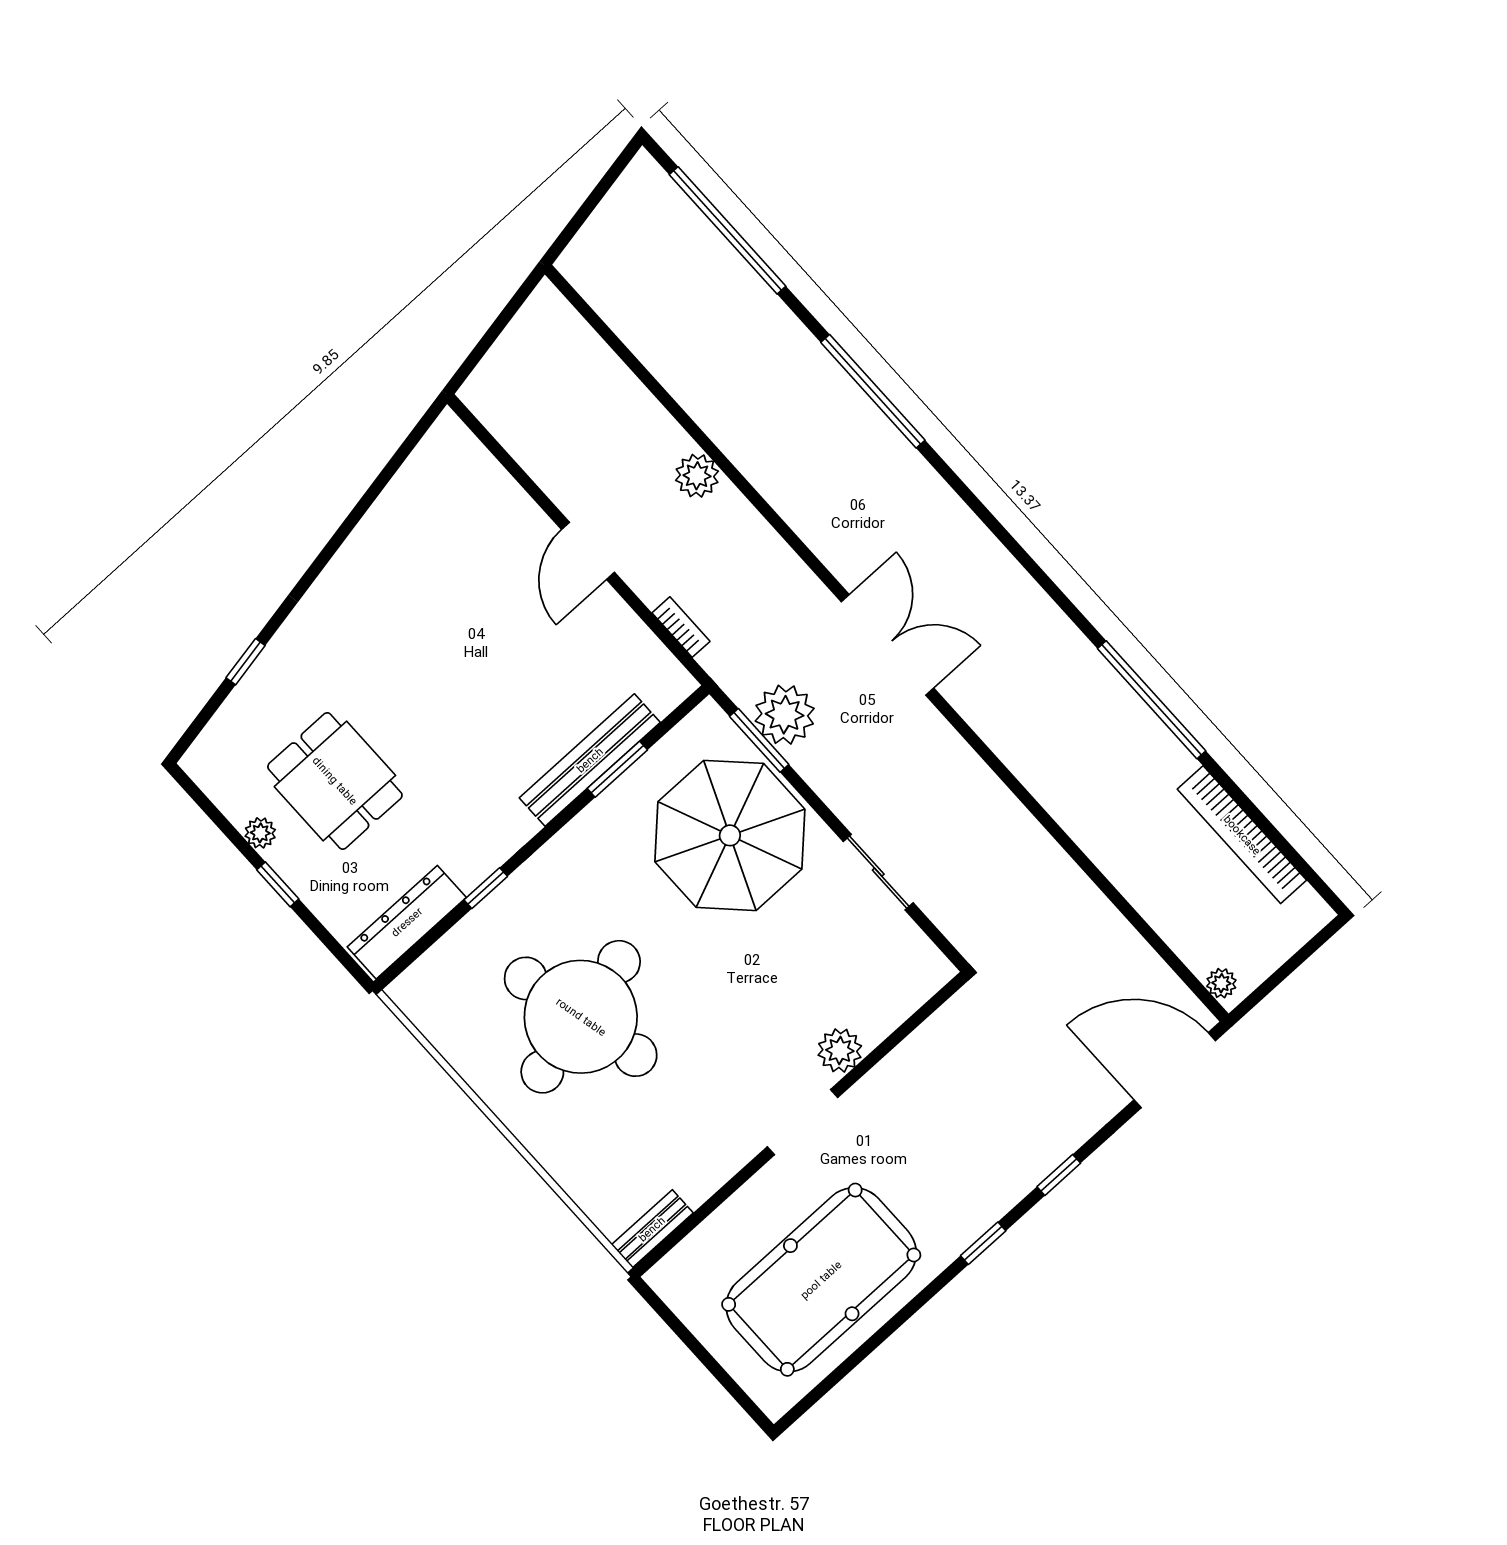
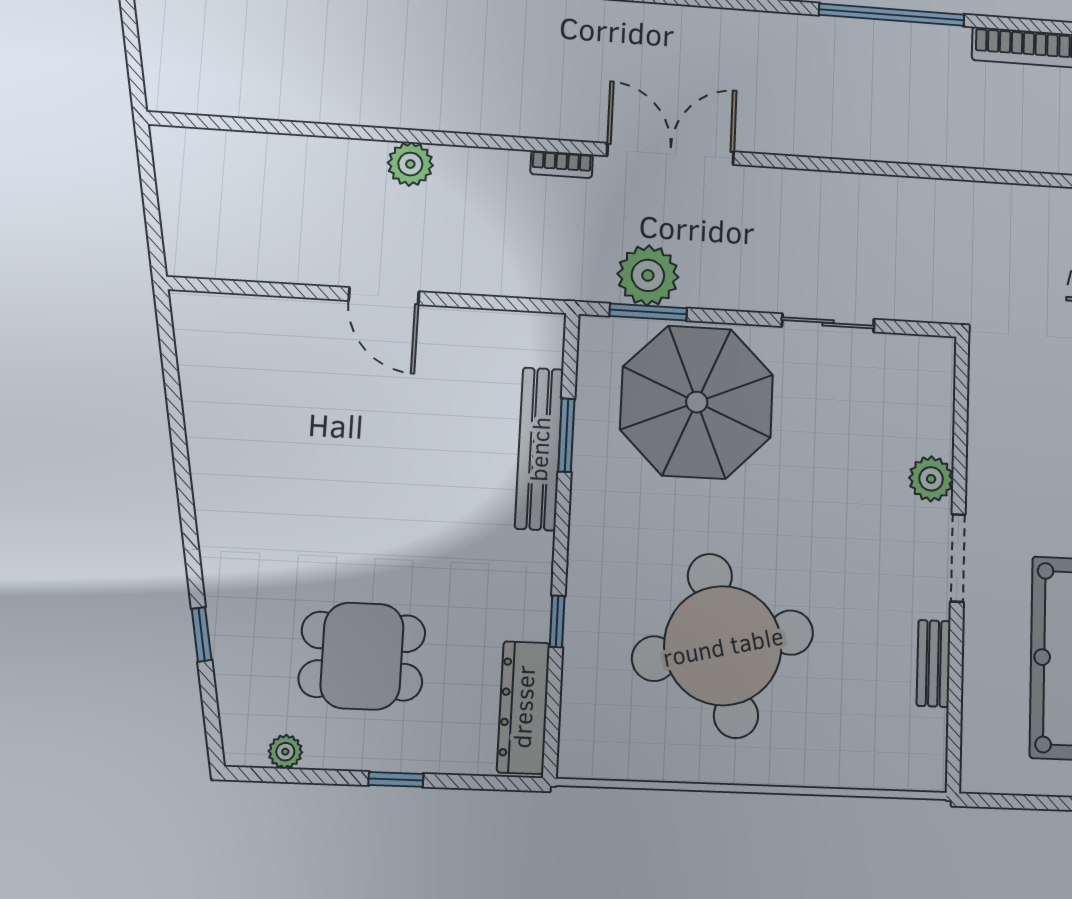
bookcase: (681, 627) -> (562, 164), moved, turned 180
plant: (260, 833) -> (285, 752), moved
bench: (652, 1229) -> (934, 663), moved

